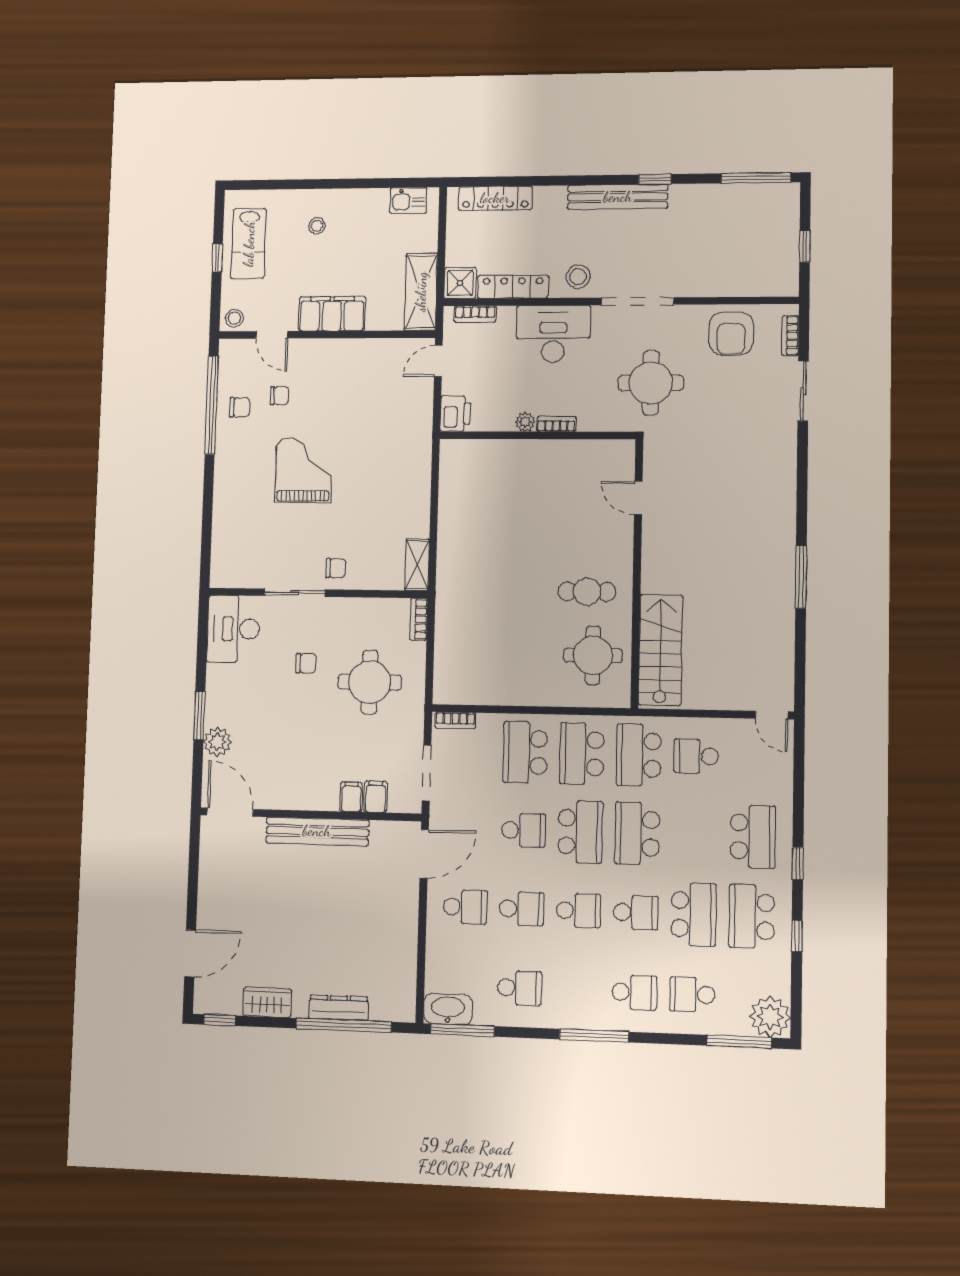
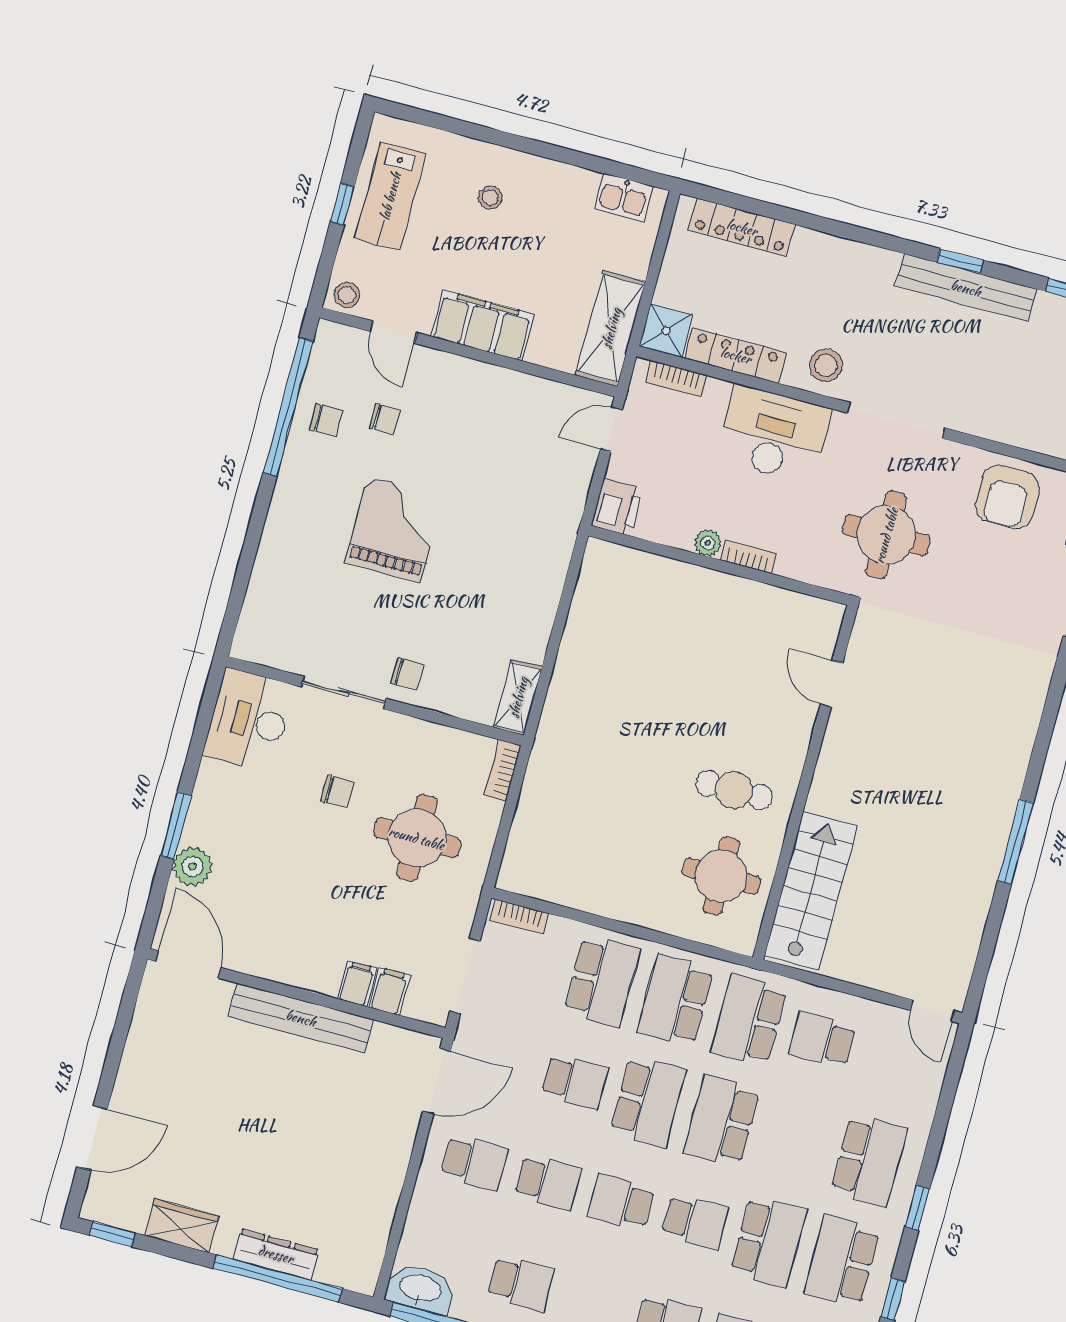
bench: (618, 197) -> (966, 288), moved
school desk: (525, 752) -> (602, 981), turned 180
school desk: (578, 911) -> (621, 1202), turned 180

